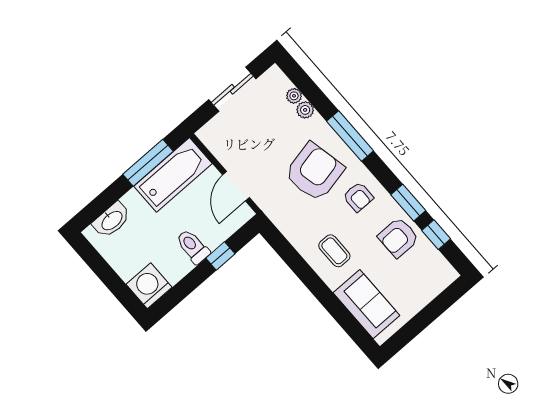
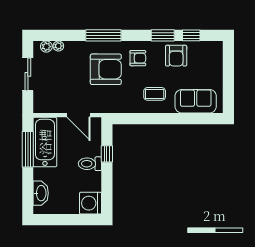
plant: (305, 110) -> (46, 47), moved
armchair: (314, 172) -> (106, 69), turned 102

